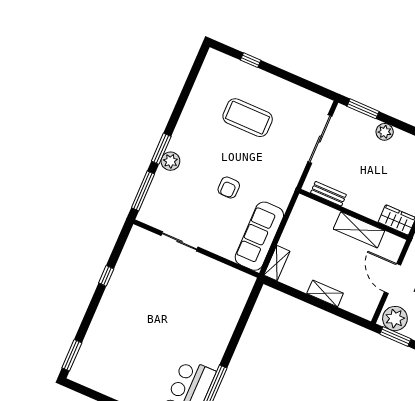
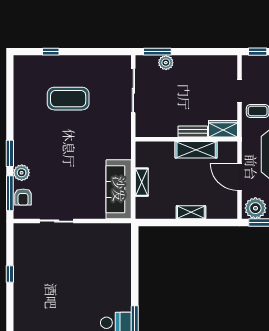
plant: (385, 132) -> (166, 63), moved
plant: (170, 161) -> (22, 173), moved
armchair: (229, 187) -> (23, 197), moved
bench: (328, 194) -> (193, 131), moved
shelving: (277, 263) -> (142, 182), moved

